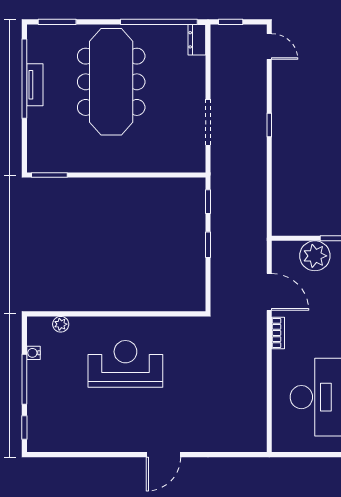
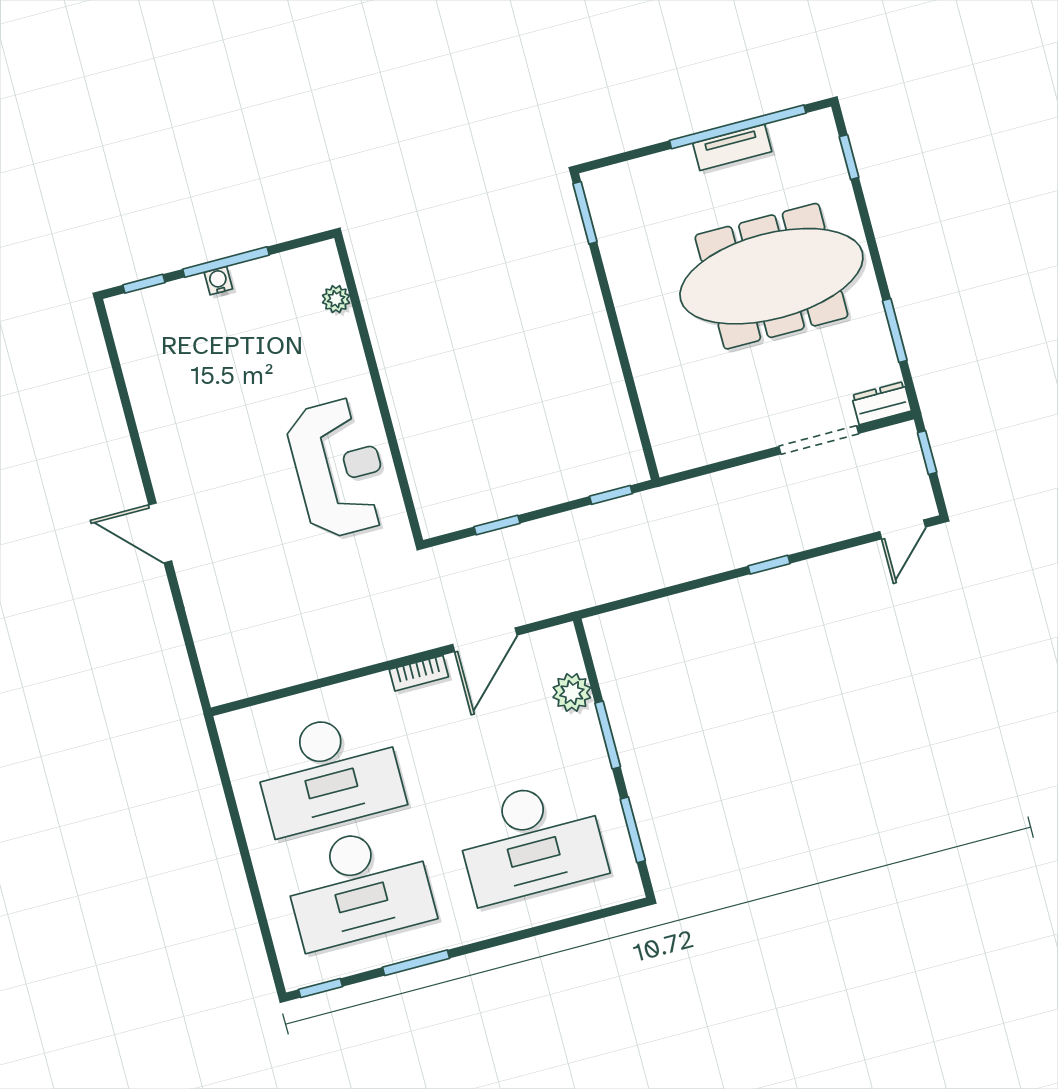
window: (57, 22) -> (849, 157), width x0.67
window: (159, 22) -> (895, 330), width x0.47
doorway: (208, 122) -> (819, 440), moved
window: (208, 245) -> (497, 525), moved
plant: (315, 256) -> (572, 692), width x0.73, depth x0.73
water cooler: (33, 353) -> (218, 281), moved
reception desk: (125, 364) -> (339, 468), moved

